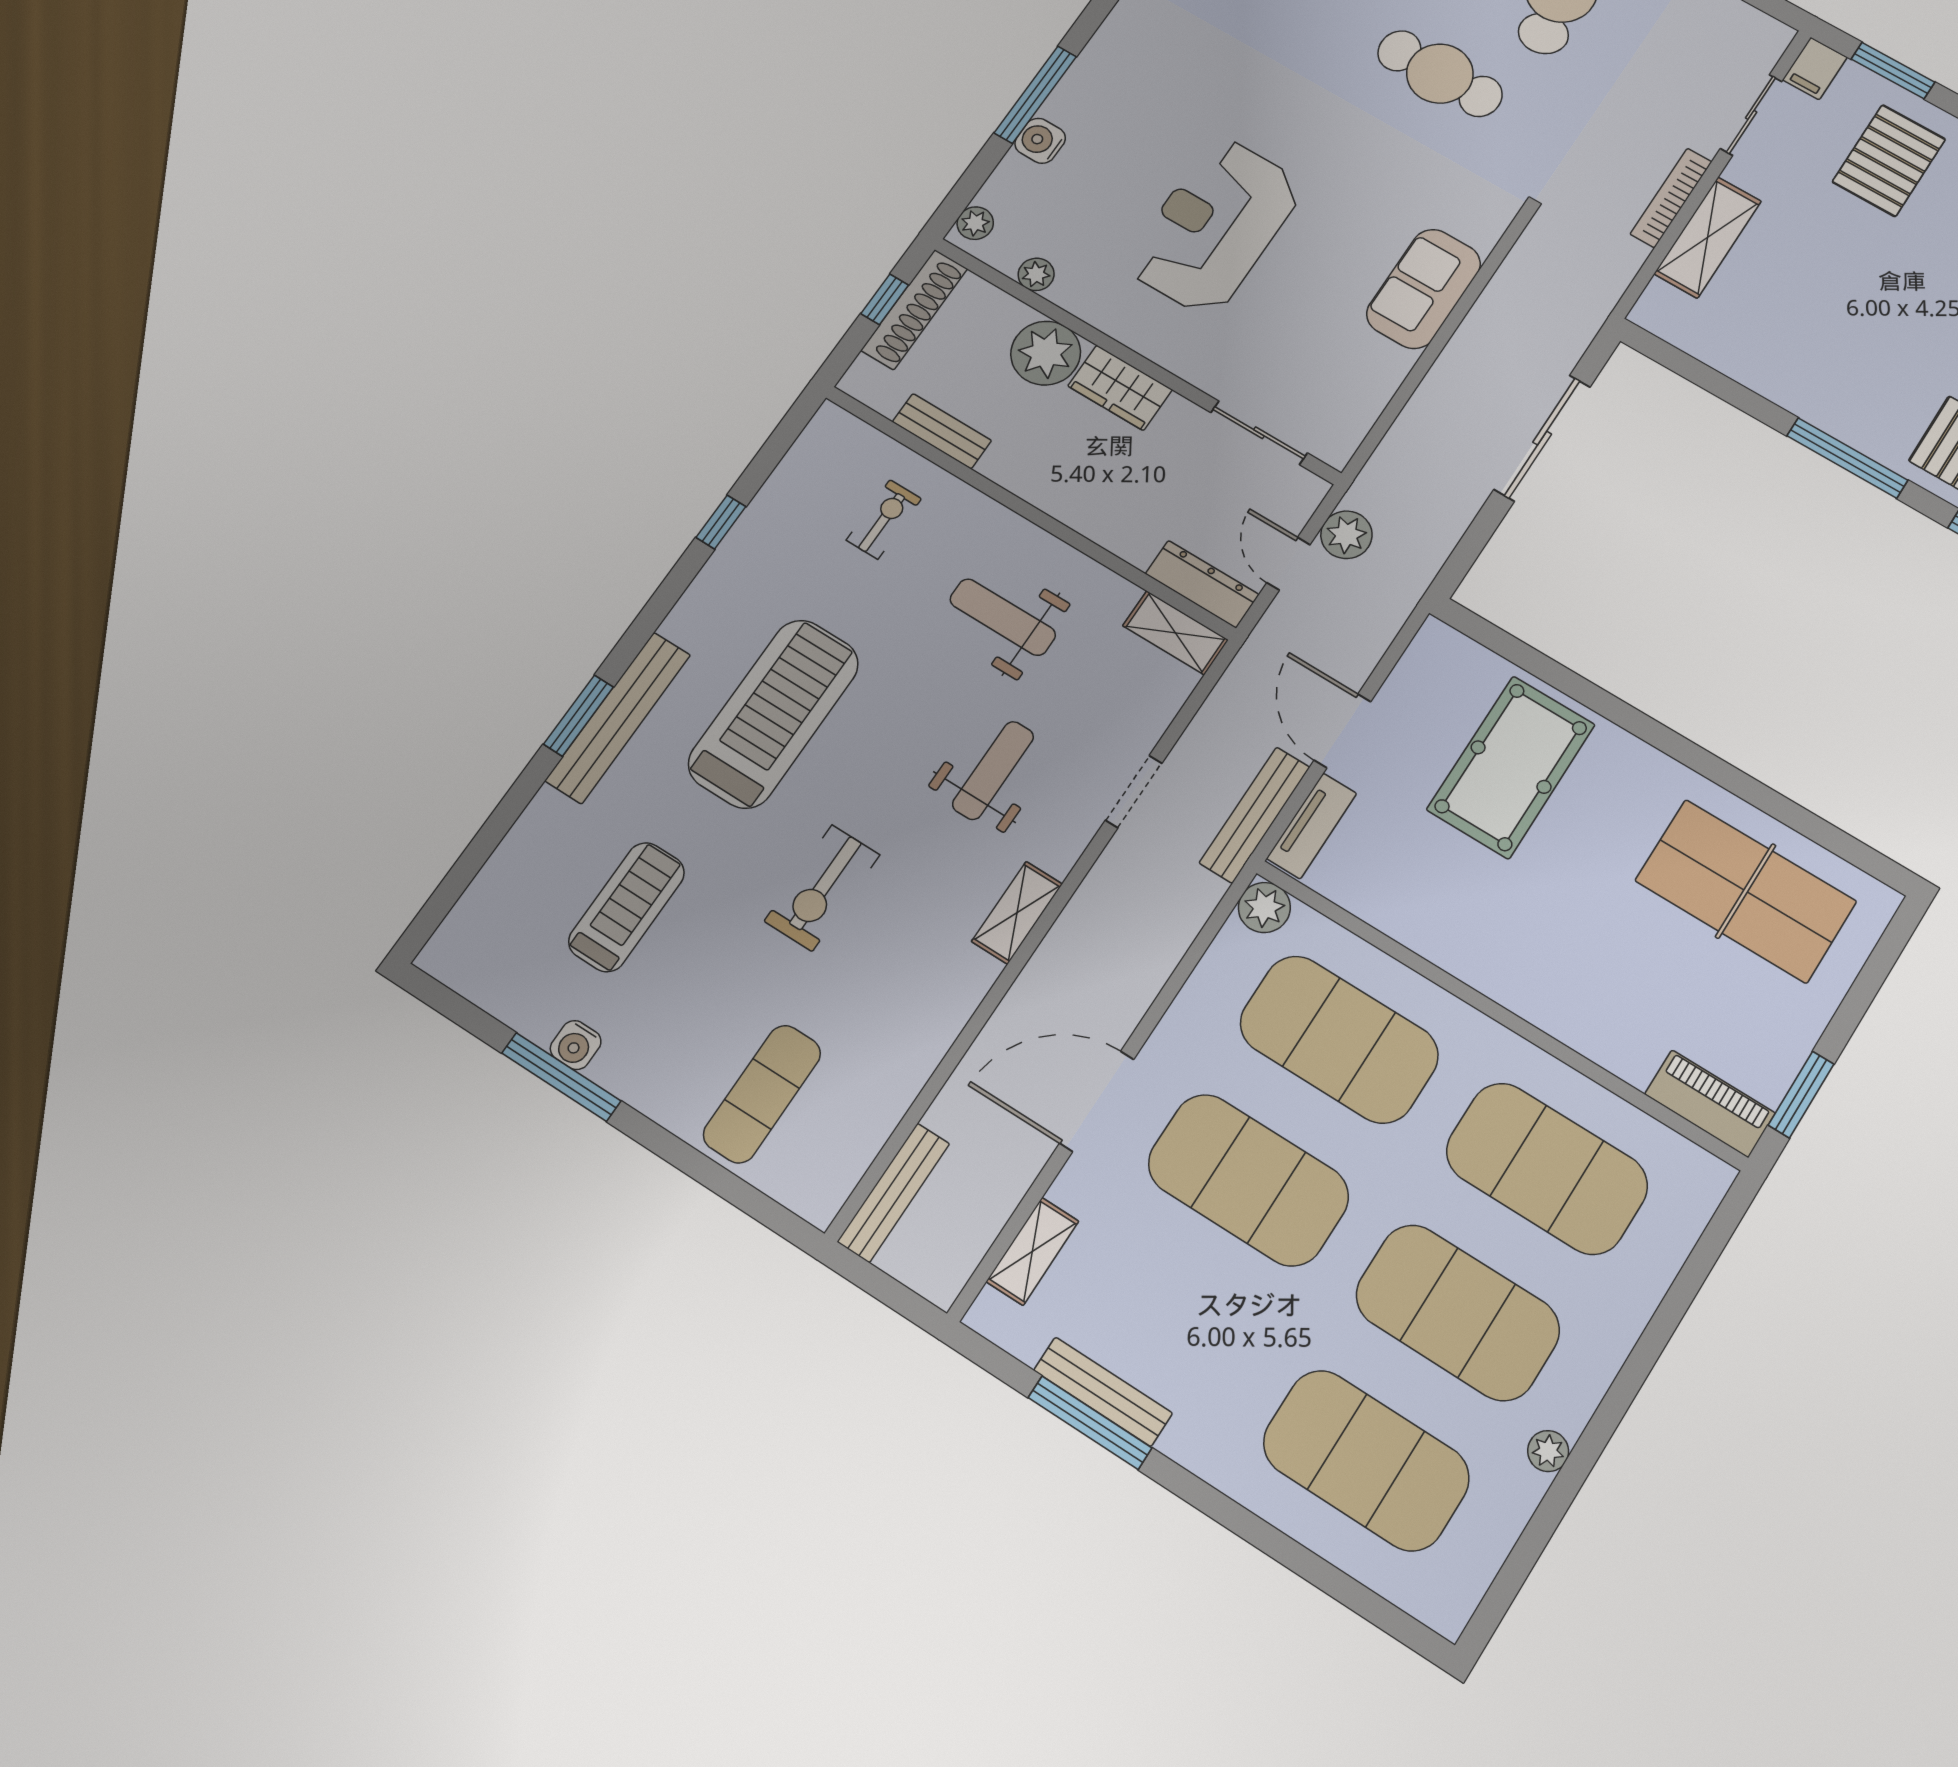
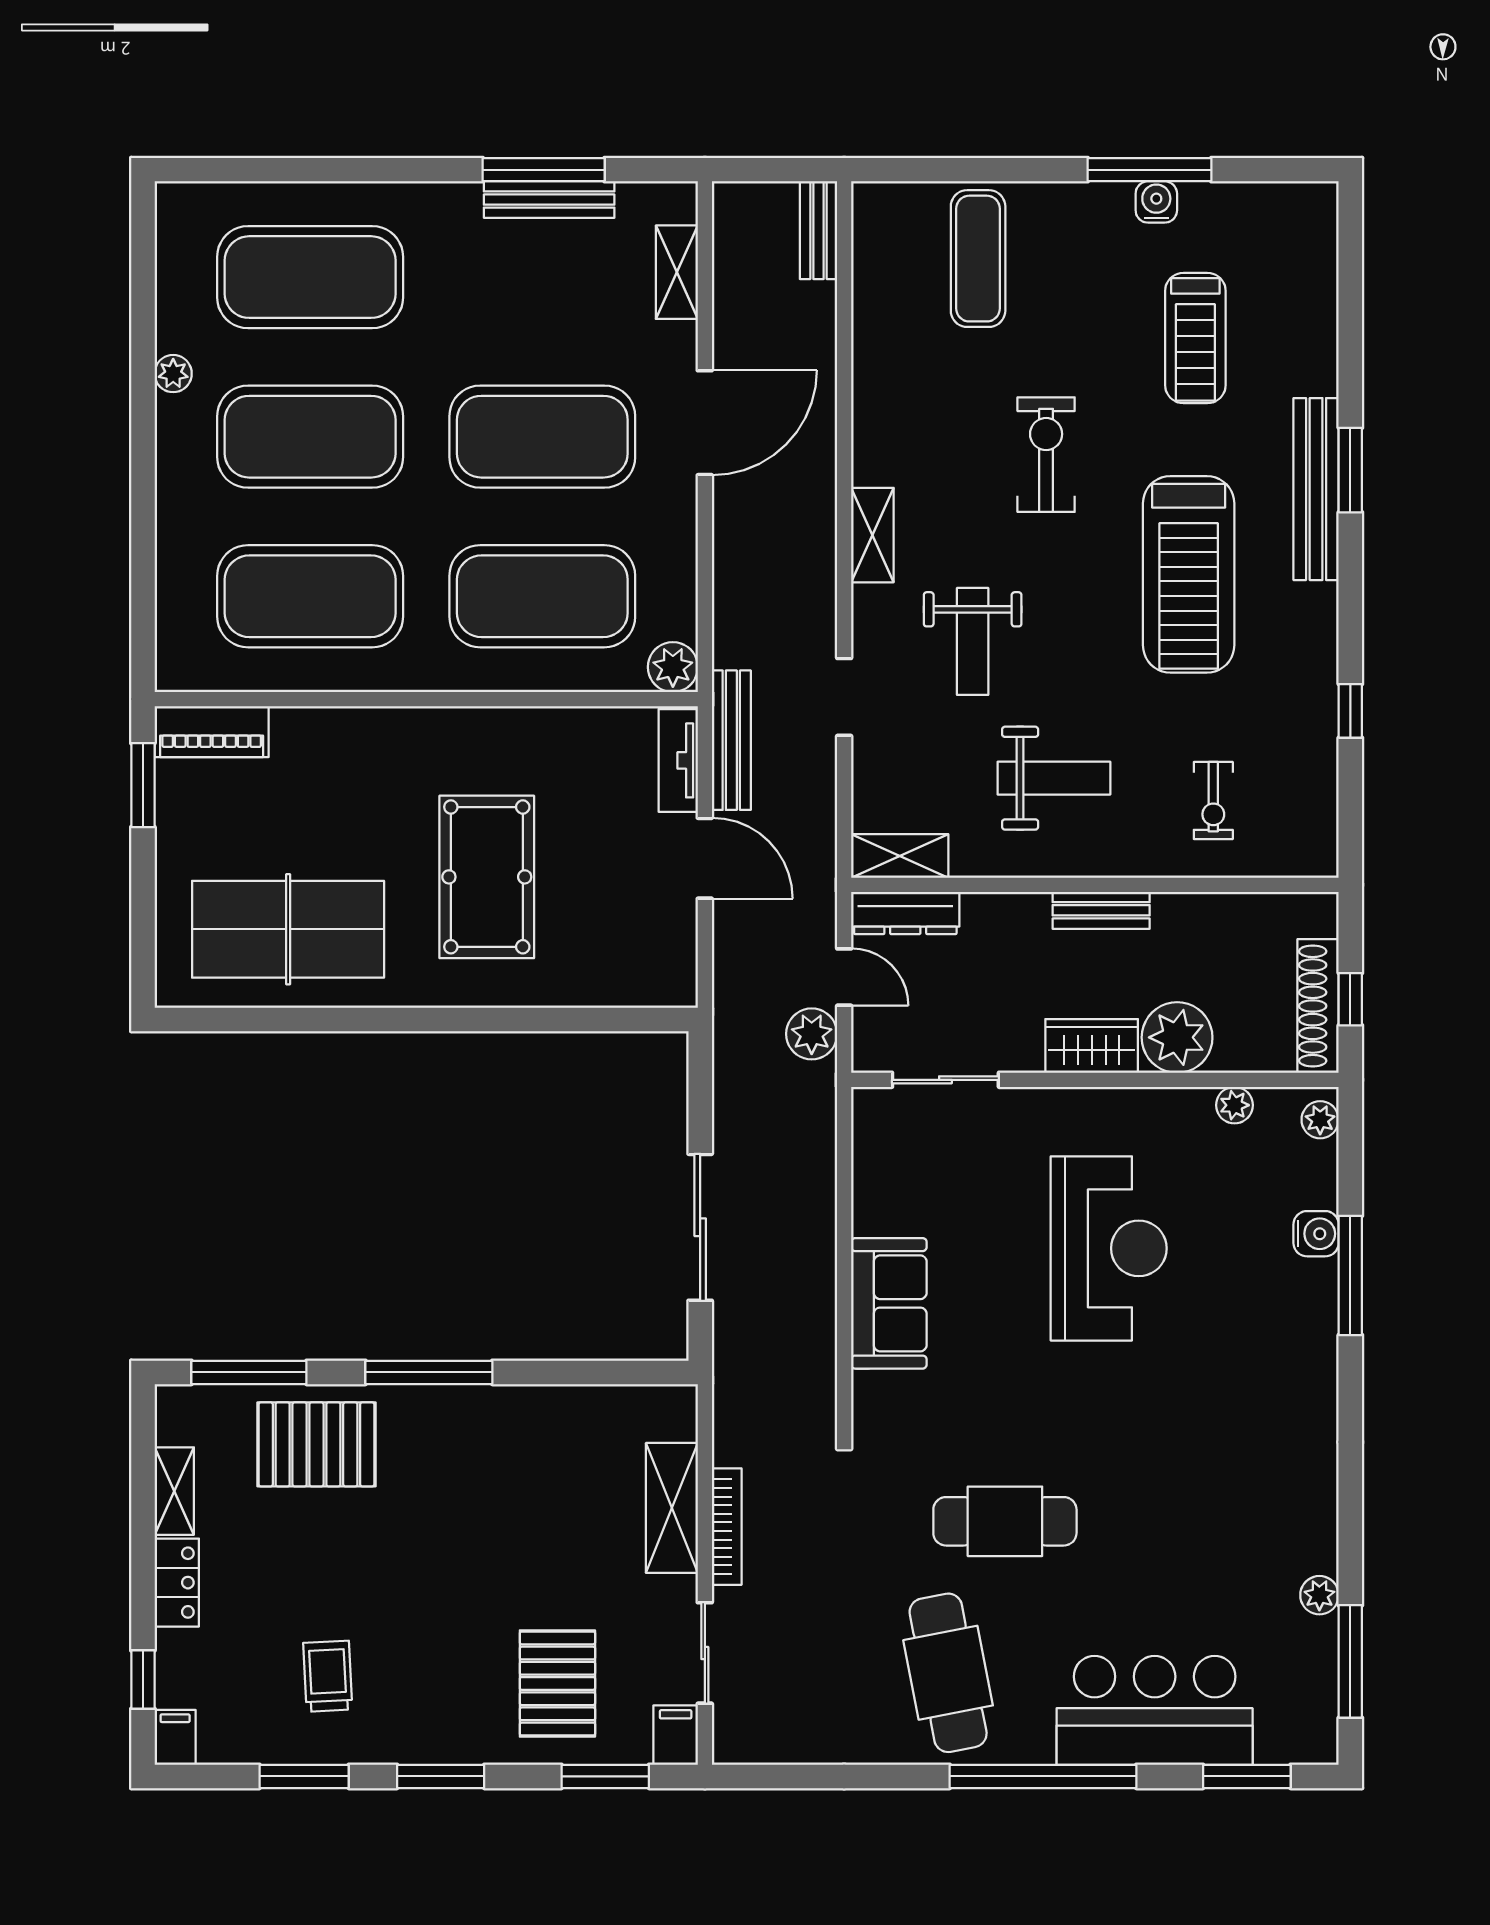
bench: (942, 431) -> (1101, 910), moved
pool table: (1511, 767) -> (487, 877), moved
bench: (893, 1193) -> (819, 230), width x0.73

